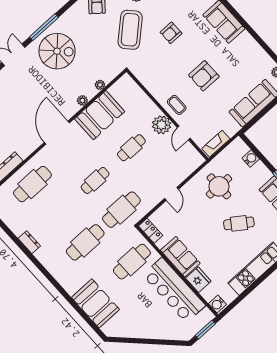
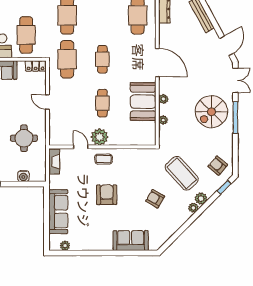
armchair: (171, 33) -> (155, 199), turned -60

